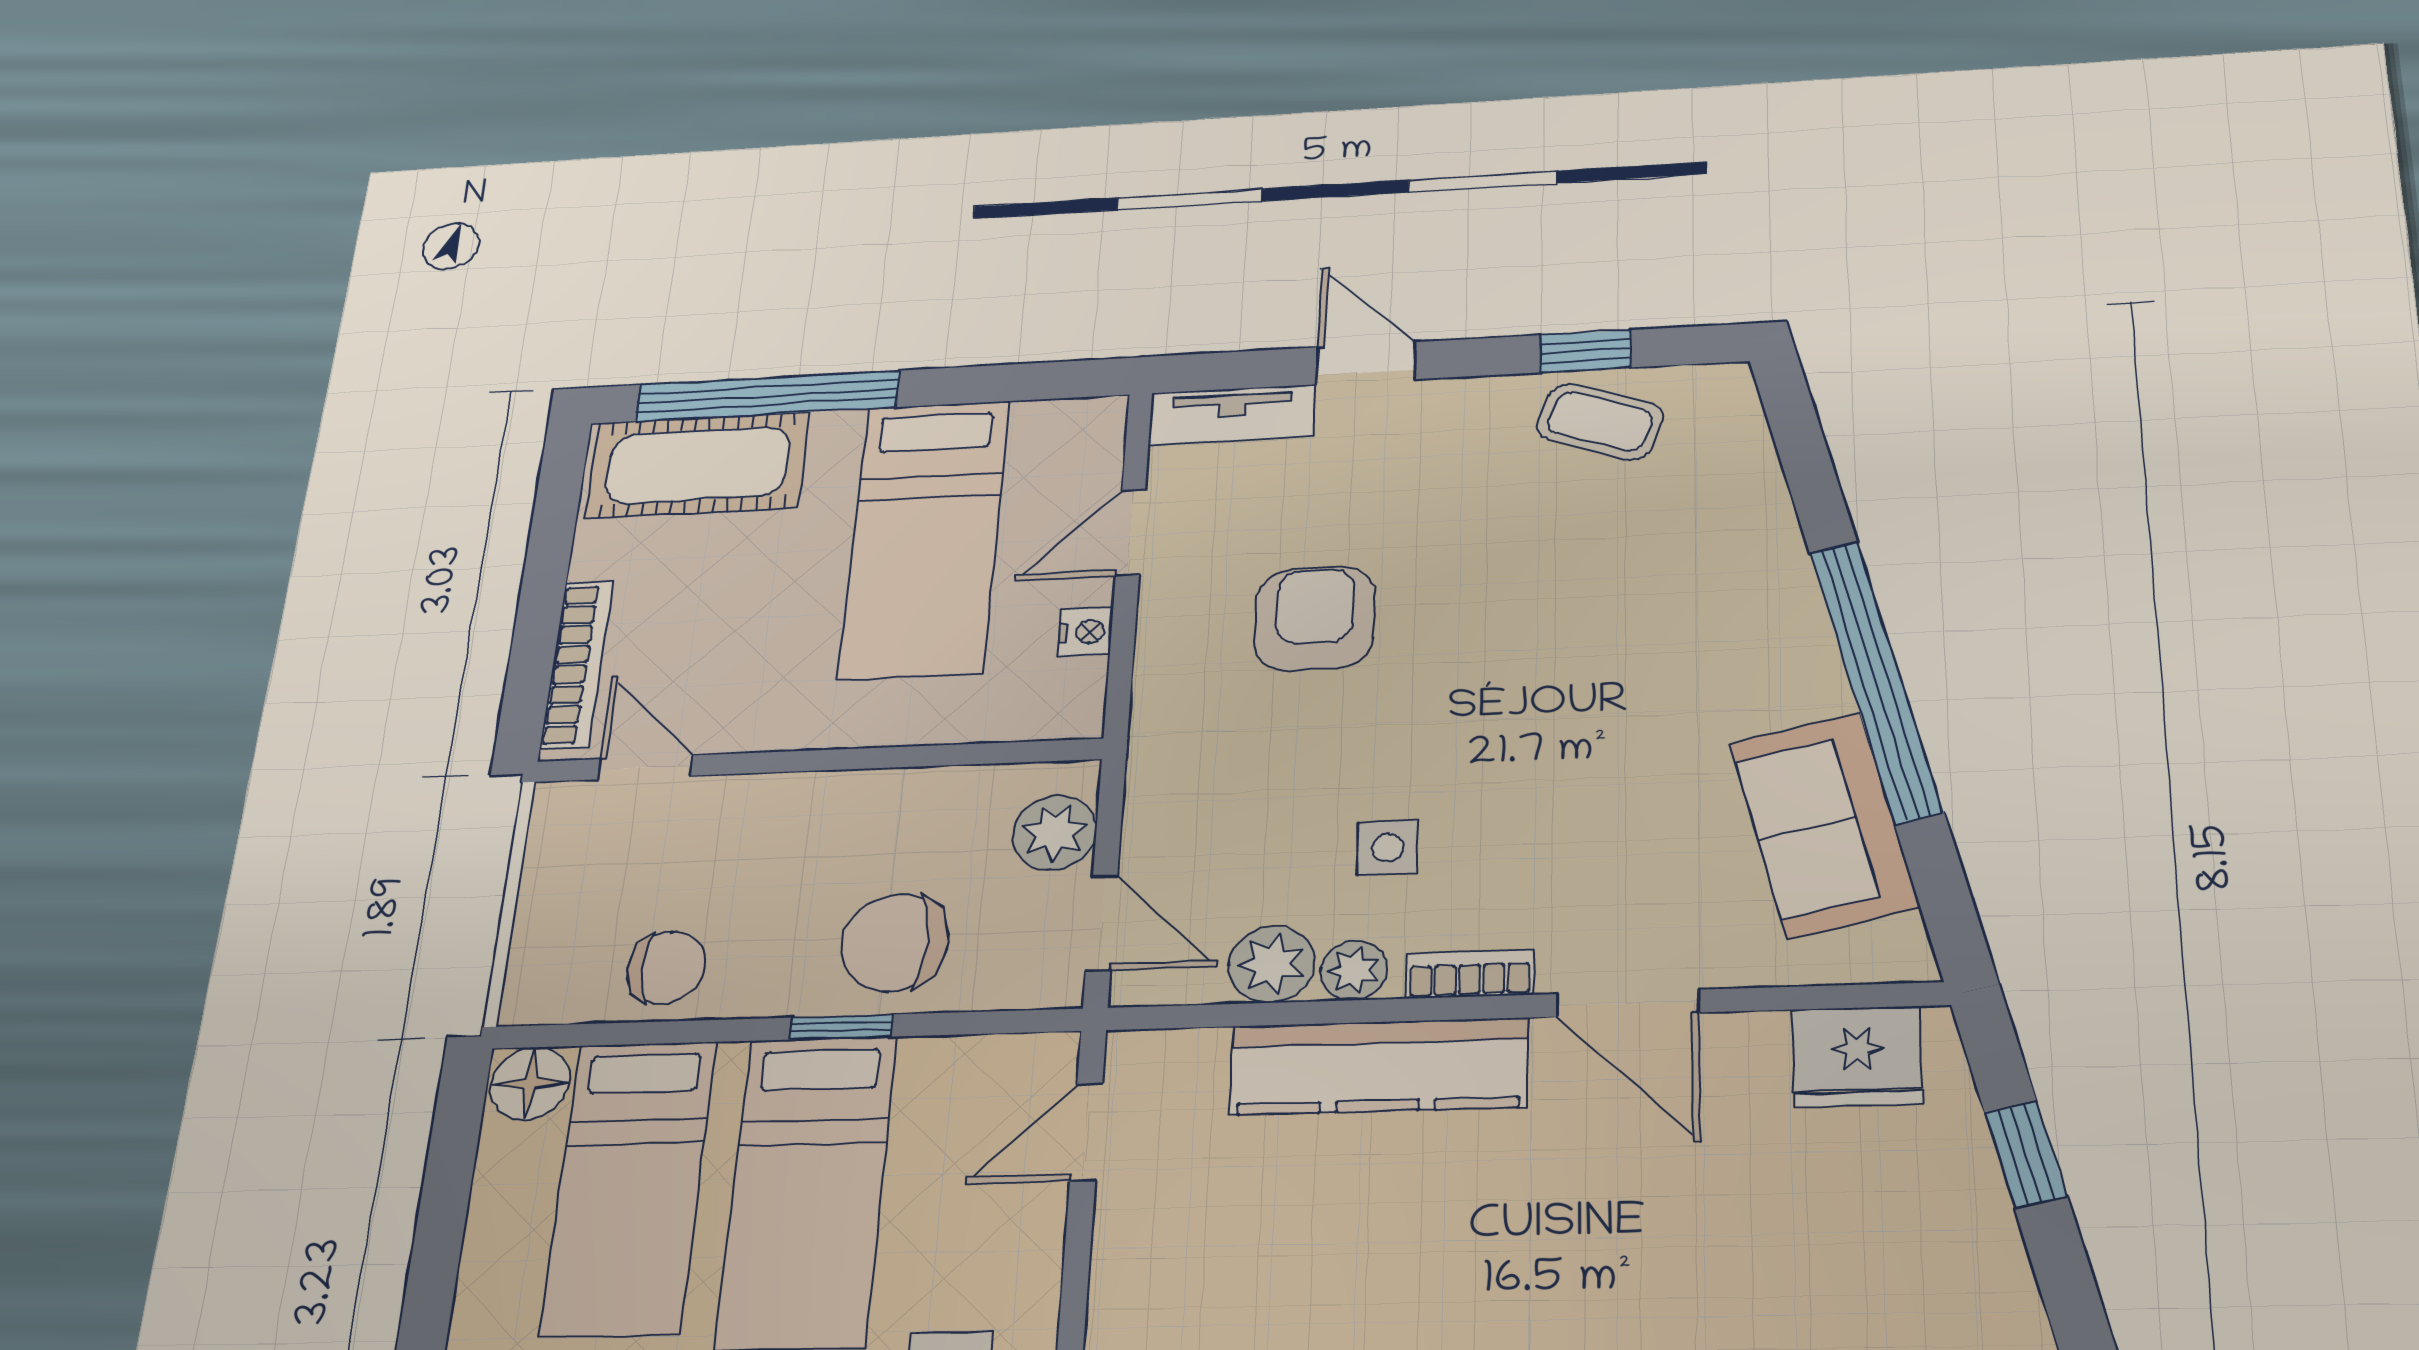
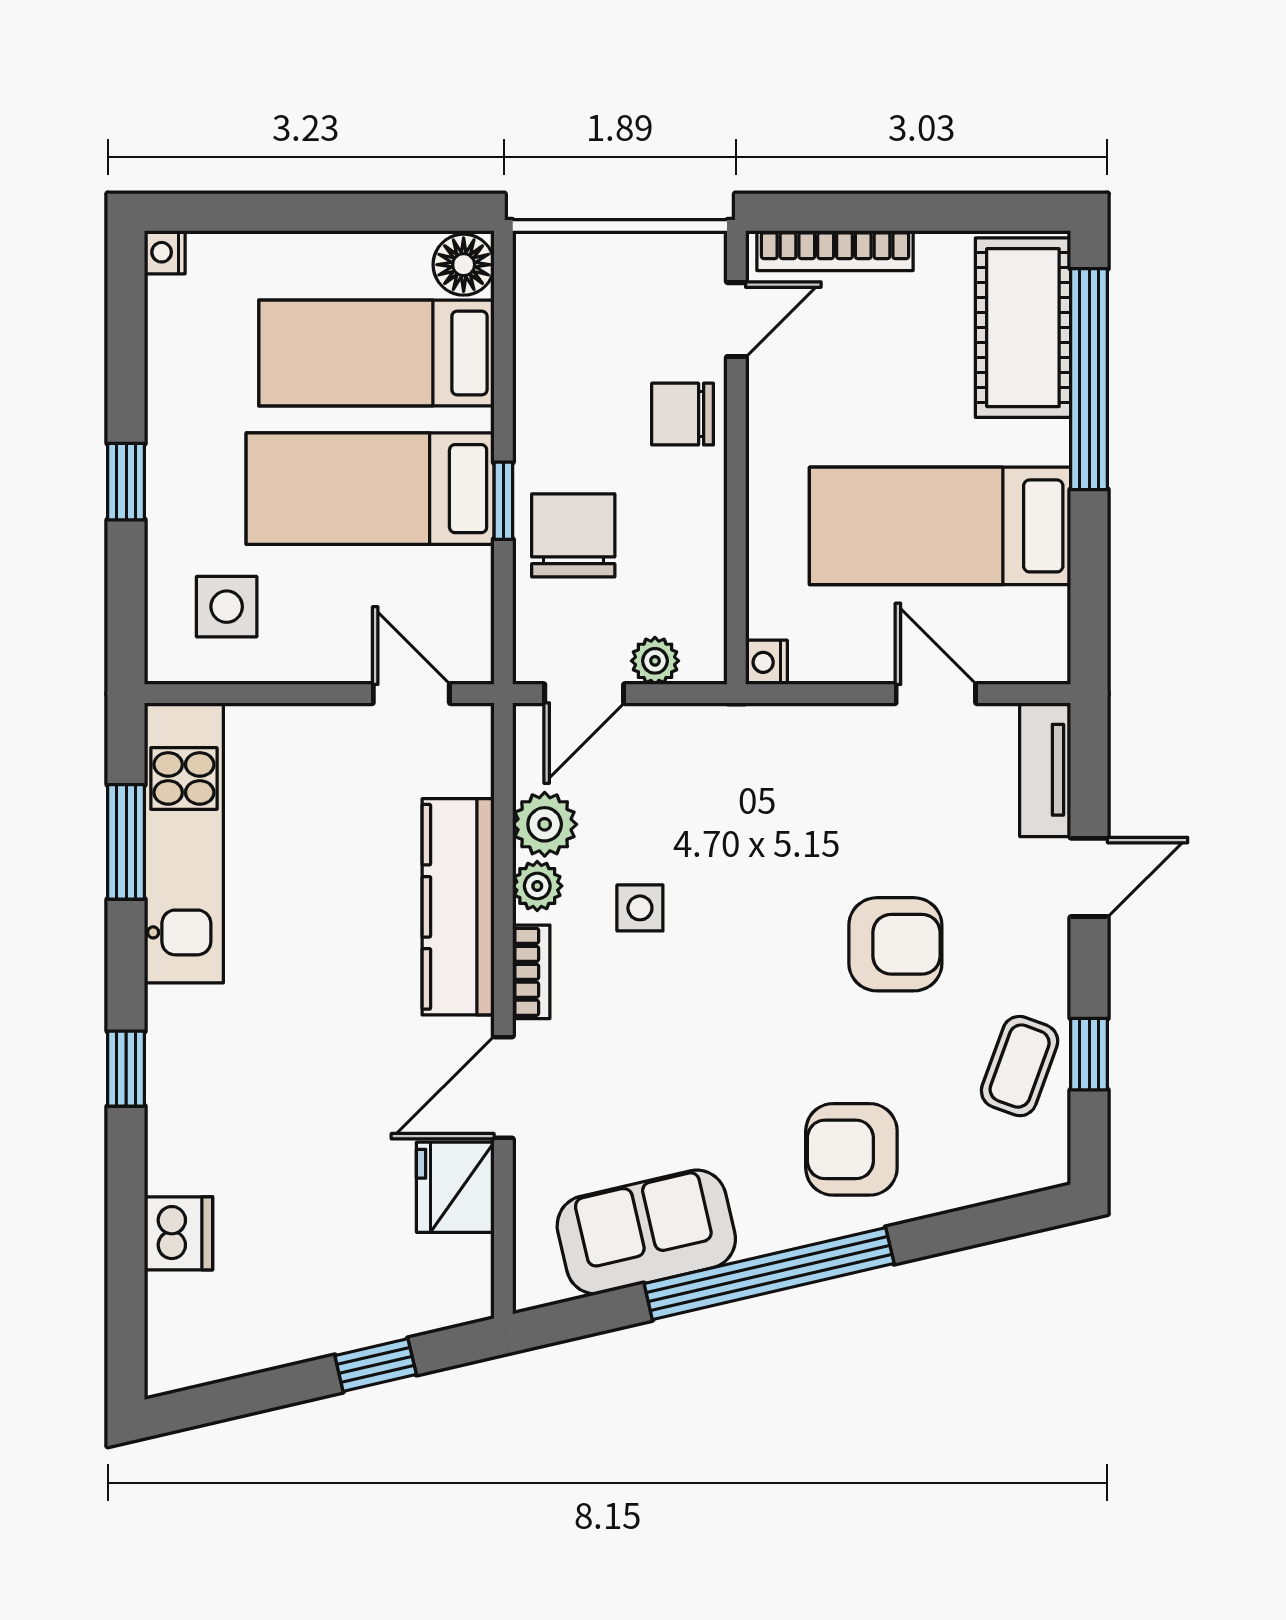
armchair: (1708, 596) -> (851, 1149), added
armchair: (1315, 619) -> (895, 944), moved
nightstand: (1086, 632) -> (766, 662), moved, turned 90
plant: (1055, 832) -> (655, 661), width x0.73, depth x0.73
chair: (666, 967) -> (683, 414), moved, turned 90
fridge: (1857, 1056) -> (455, 1187), moved

